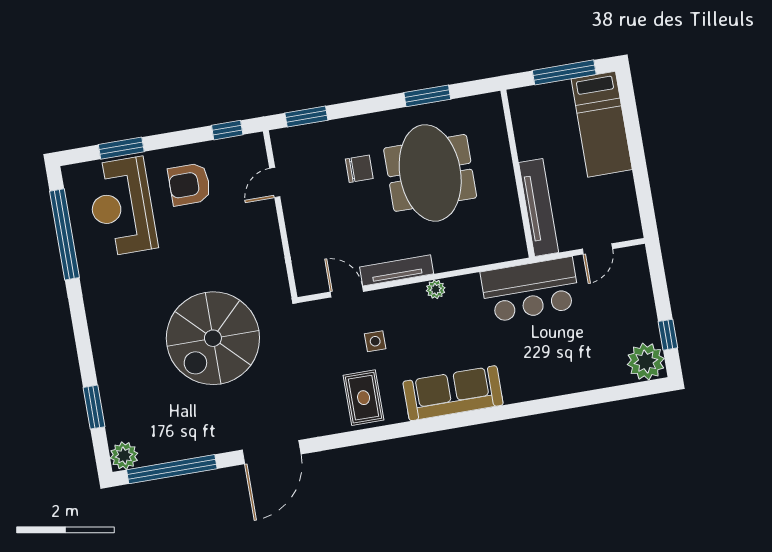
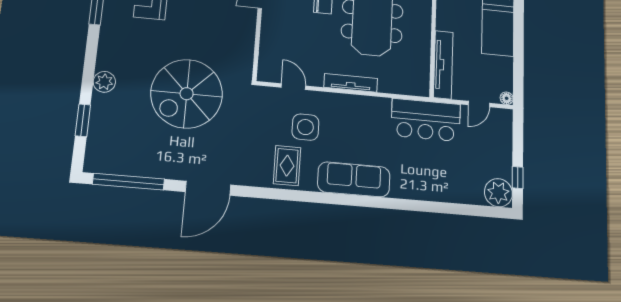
floor lamp: (634, 231) -> (507, 98), added
tv unit: (397, 270) -> (351, 83), moved
plant: (436, 289) -> (358, 102), removed
side table: (375, 341) -> (305, 127), width x1.87, depth x1.87
plant: (124, 456) -> (104, 82), moved

